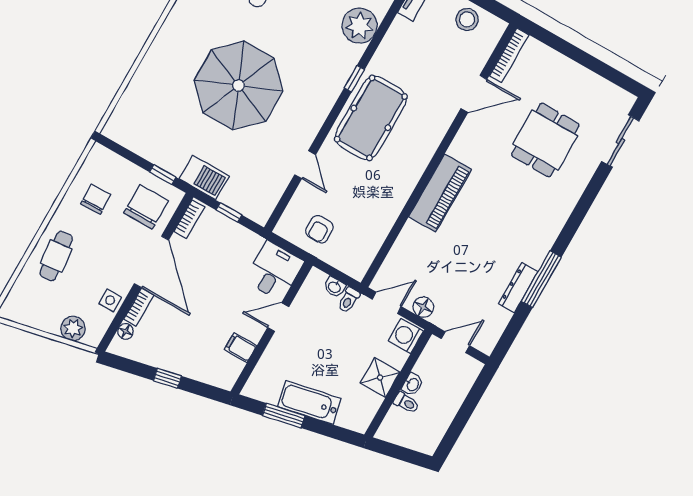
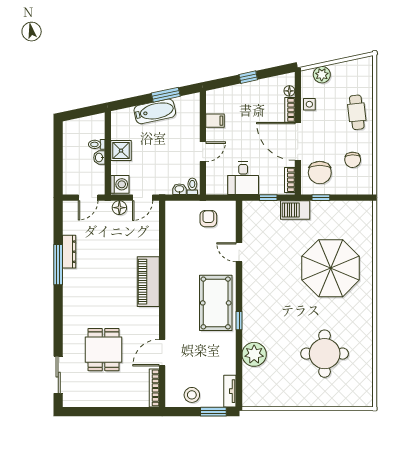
parasol: (238, 85) -> (331, 268), moved
desk: (274, 271) -> (243, 178), moved
toilet: (349, 300) -> (192, 186), moved

